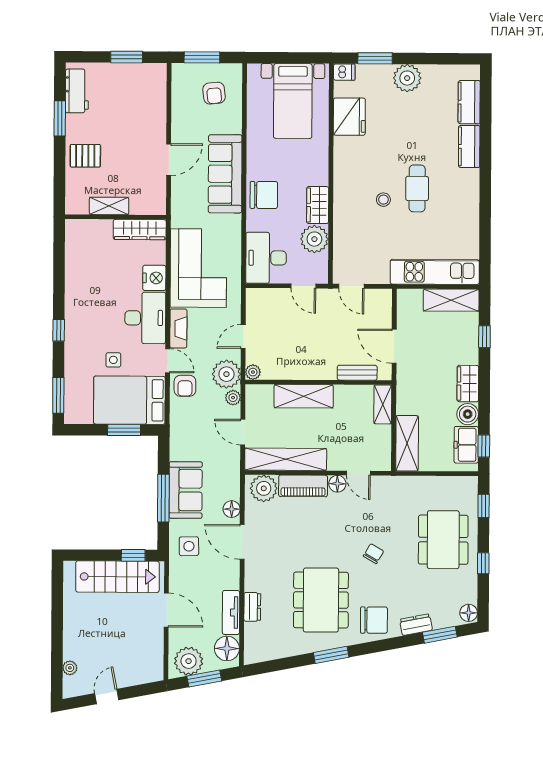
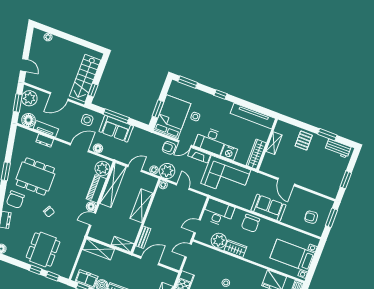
sofa: (225, 174) -> (268, 208), width x0.73
tv unit: (75, 260) -> (253, 116), added
dining table: (443, 540) -> (43, 250), turned 90
window: (483, 563) -> (35, 270), moved
door: (107, 697) -> (24, 65), moved

